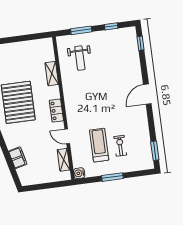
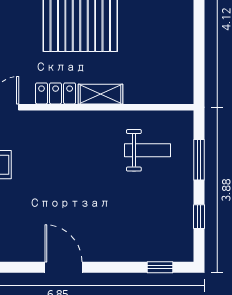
weight bench: (80, 58) -> (148, 150), turned 180
shelving: (52, 74) -> (101, 94), moved

